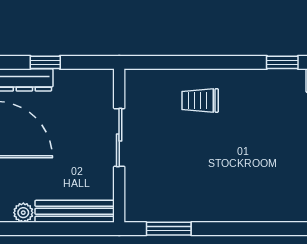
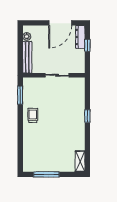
window: (282, 62) -> (87, 116), moved
trolley: (200, 100) -> (33, 115), moved

